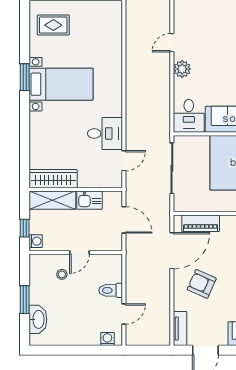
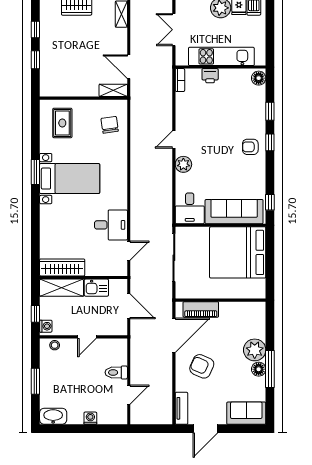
rug: (53, 25) -> (62, 123), turned 90
chair: (104, 27) -> (110, 125), added
stool: (62, 274) -> (55, 345), moved
washbasin: (38, 319) -> (53, 416), moved, turned -90
washing machine: (107, 339) -> (90, 418), moved

